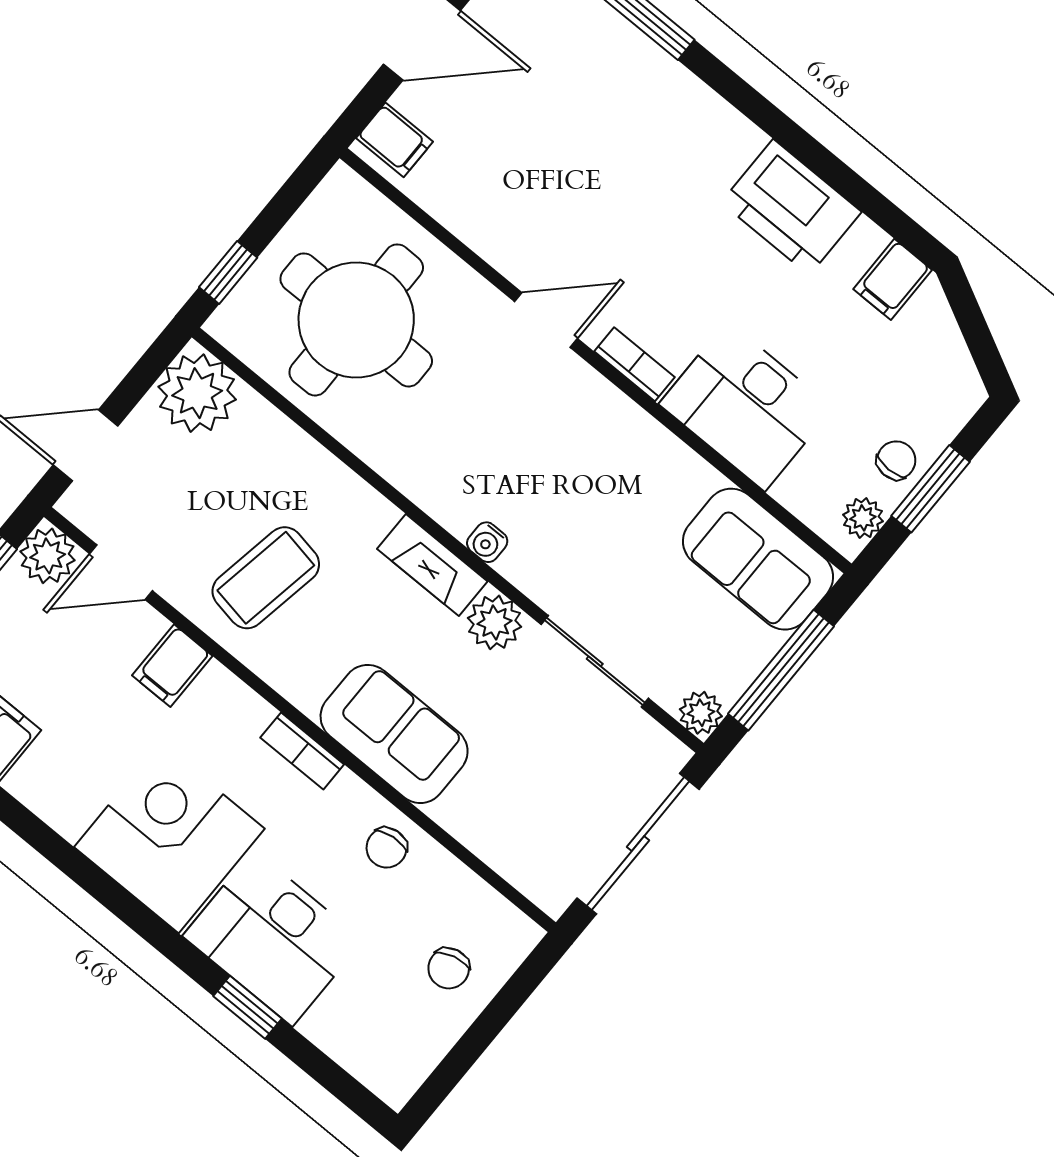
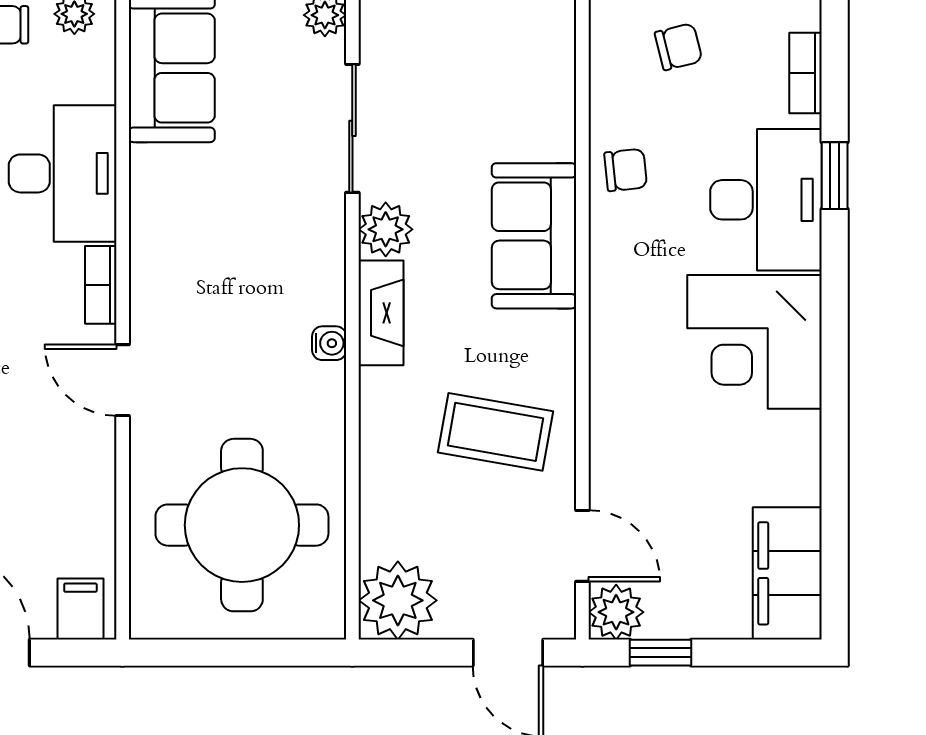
window: (228, 272) -> (286, 653), removed
water cooler: (487, 542) -> (329, 343), moved
filing cabinet: (172, 666) -> (621, 448), removed
bookcase: (302, 751) -> (805, 73), moved, turned 180

